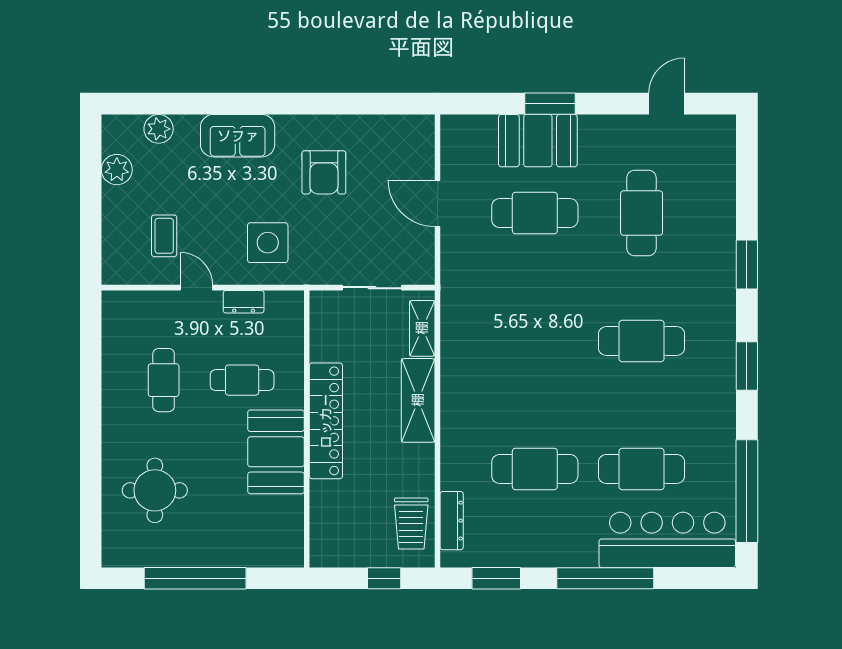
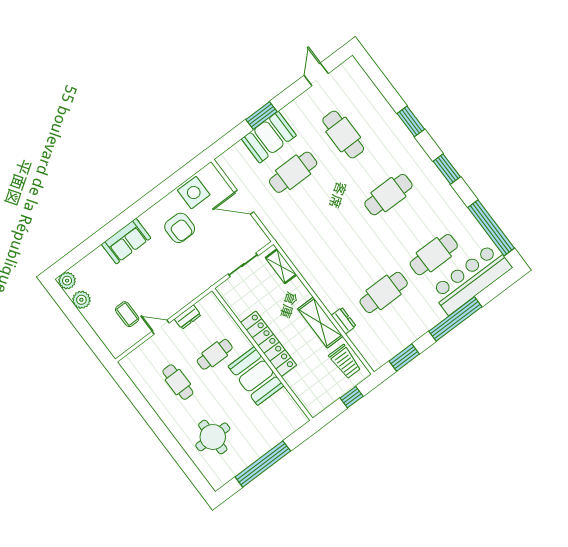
plant: (159, 129) -> (67, 281), moved
side table: (268, 243) -> (194, 193), moved
shelving: (418, 400) -> (320, 323), moved
dresser: (452, 521) -> (344, 321), moved, width x0.70

